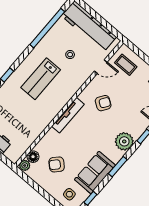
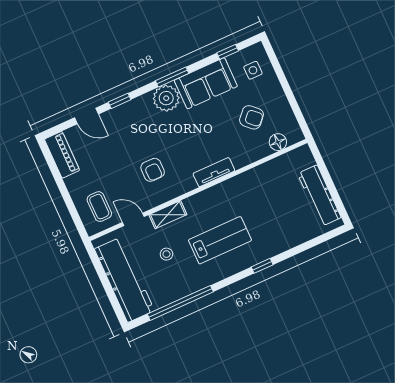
shelving: (81, 80) -> (168, 215), added
armchair: (103, 103) -> (153, 170), turned -123
tv unit: (68, 115) -> (214, 172), width x0.71
plant: (124, 141) -> (166, 98), moved
plant: (25, 165) -> (294, 136), removed

